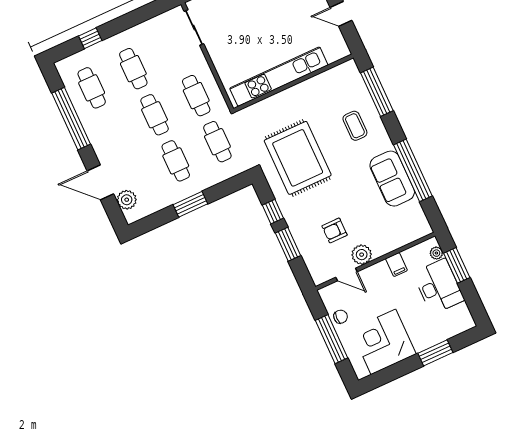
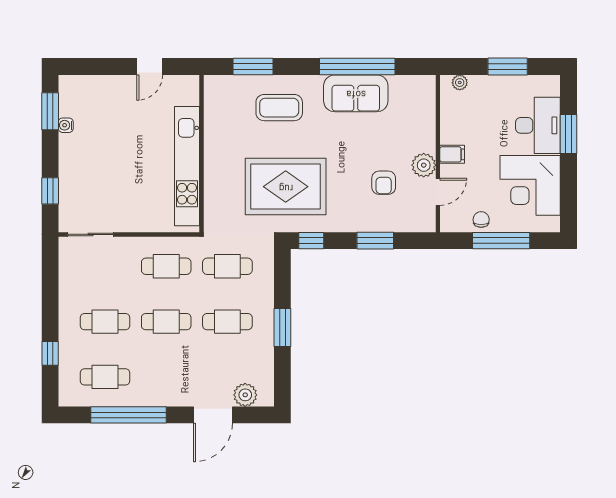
window: (377, 92) -> (253, 67), width x0.69
coffee table: (355, 126) -> (279, 108), width x1.36, depth x1.30
window: (273, 212) -> (311, 241), moved
filing cabinet: (396, 265) -> (452, 154), moved
window: (457, 265) -> (508, 67), moved
desk: (438, 286) -> (538, 125), moved, turned 90

